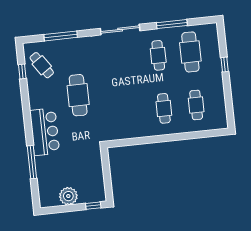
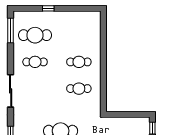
window: (172, 24) -> (11, 30), moved
cafe table: (196, 105) -> (79, 89), moved

